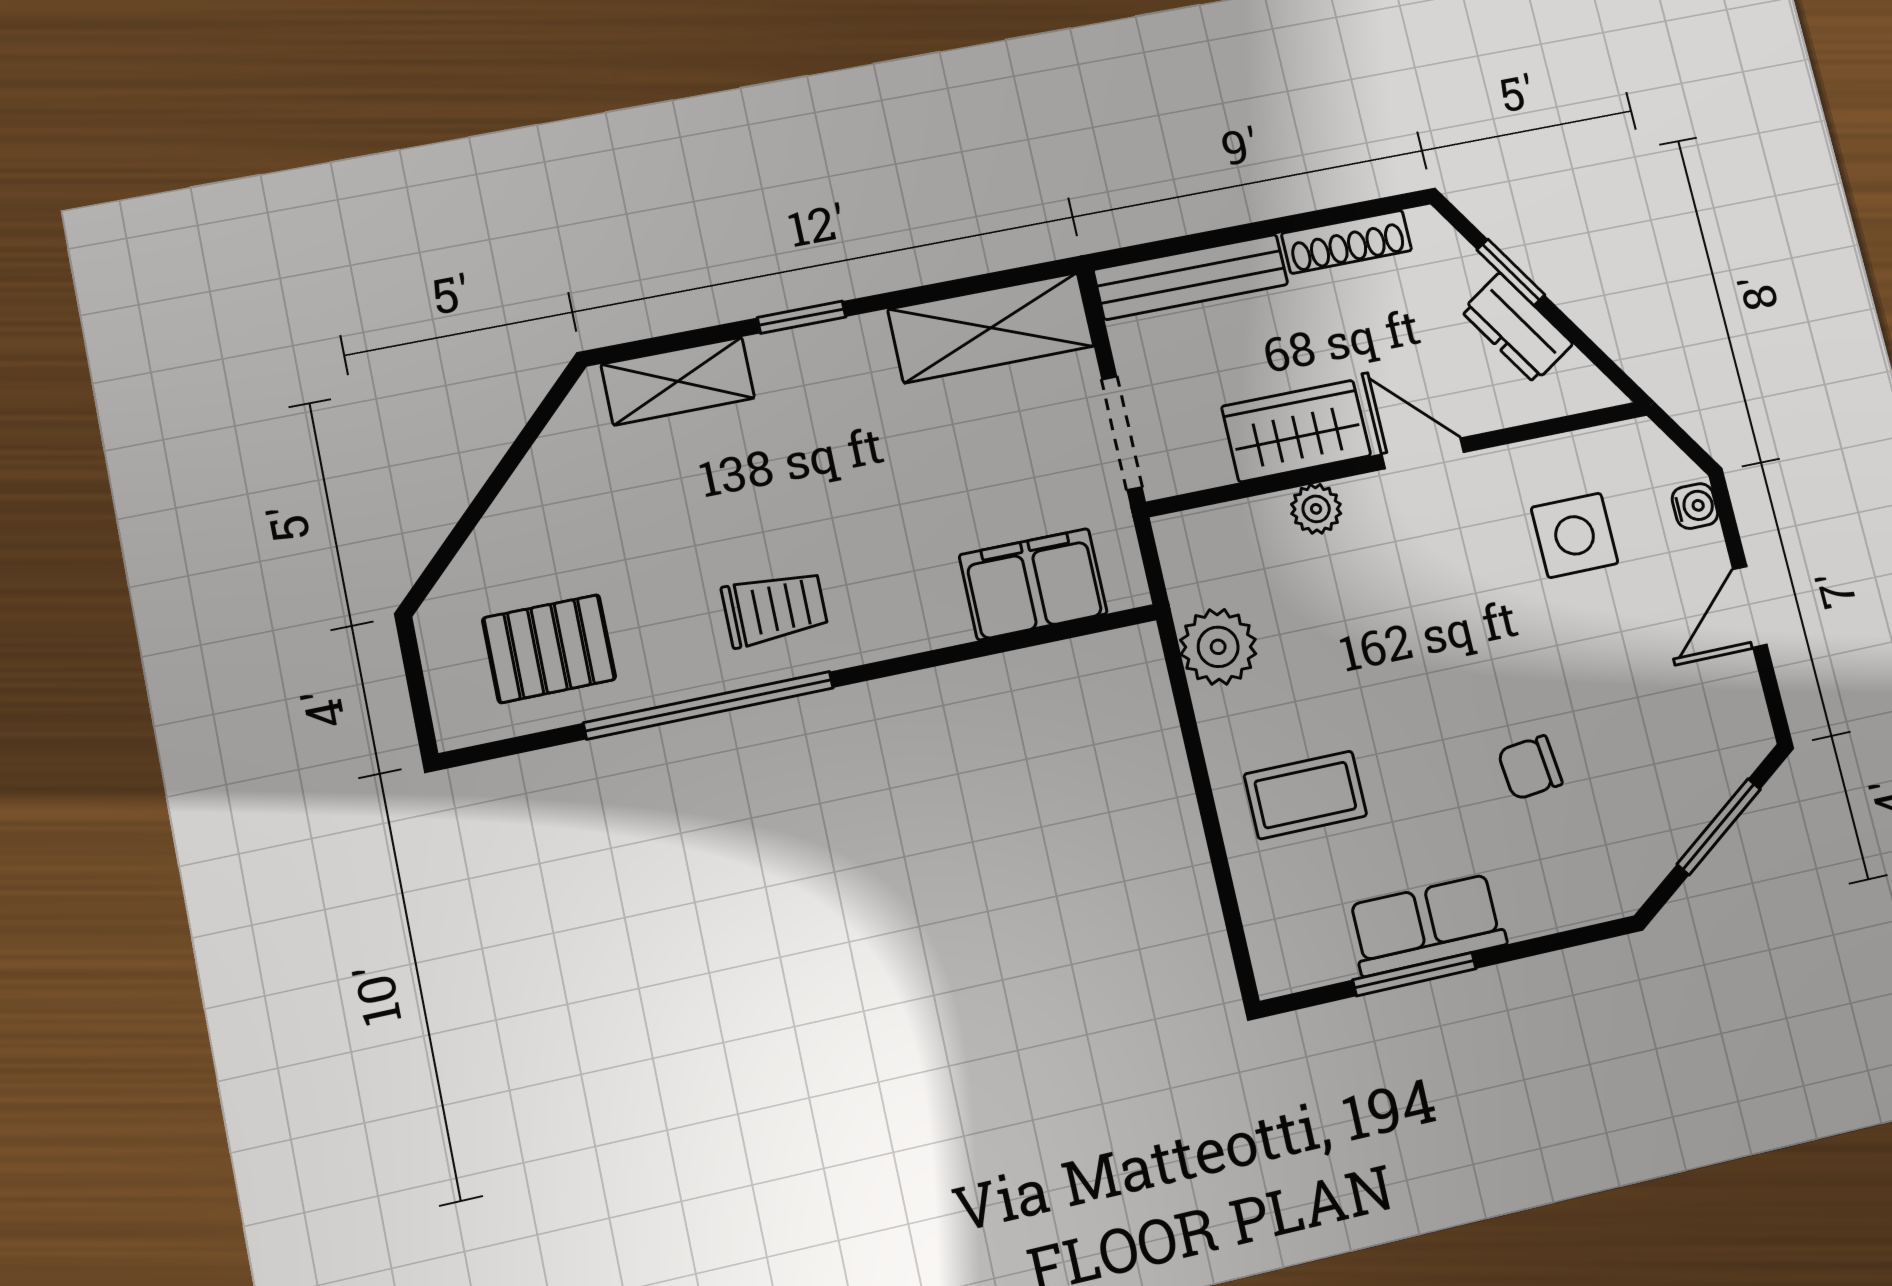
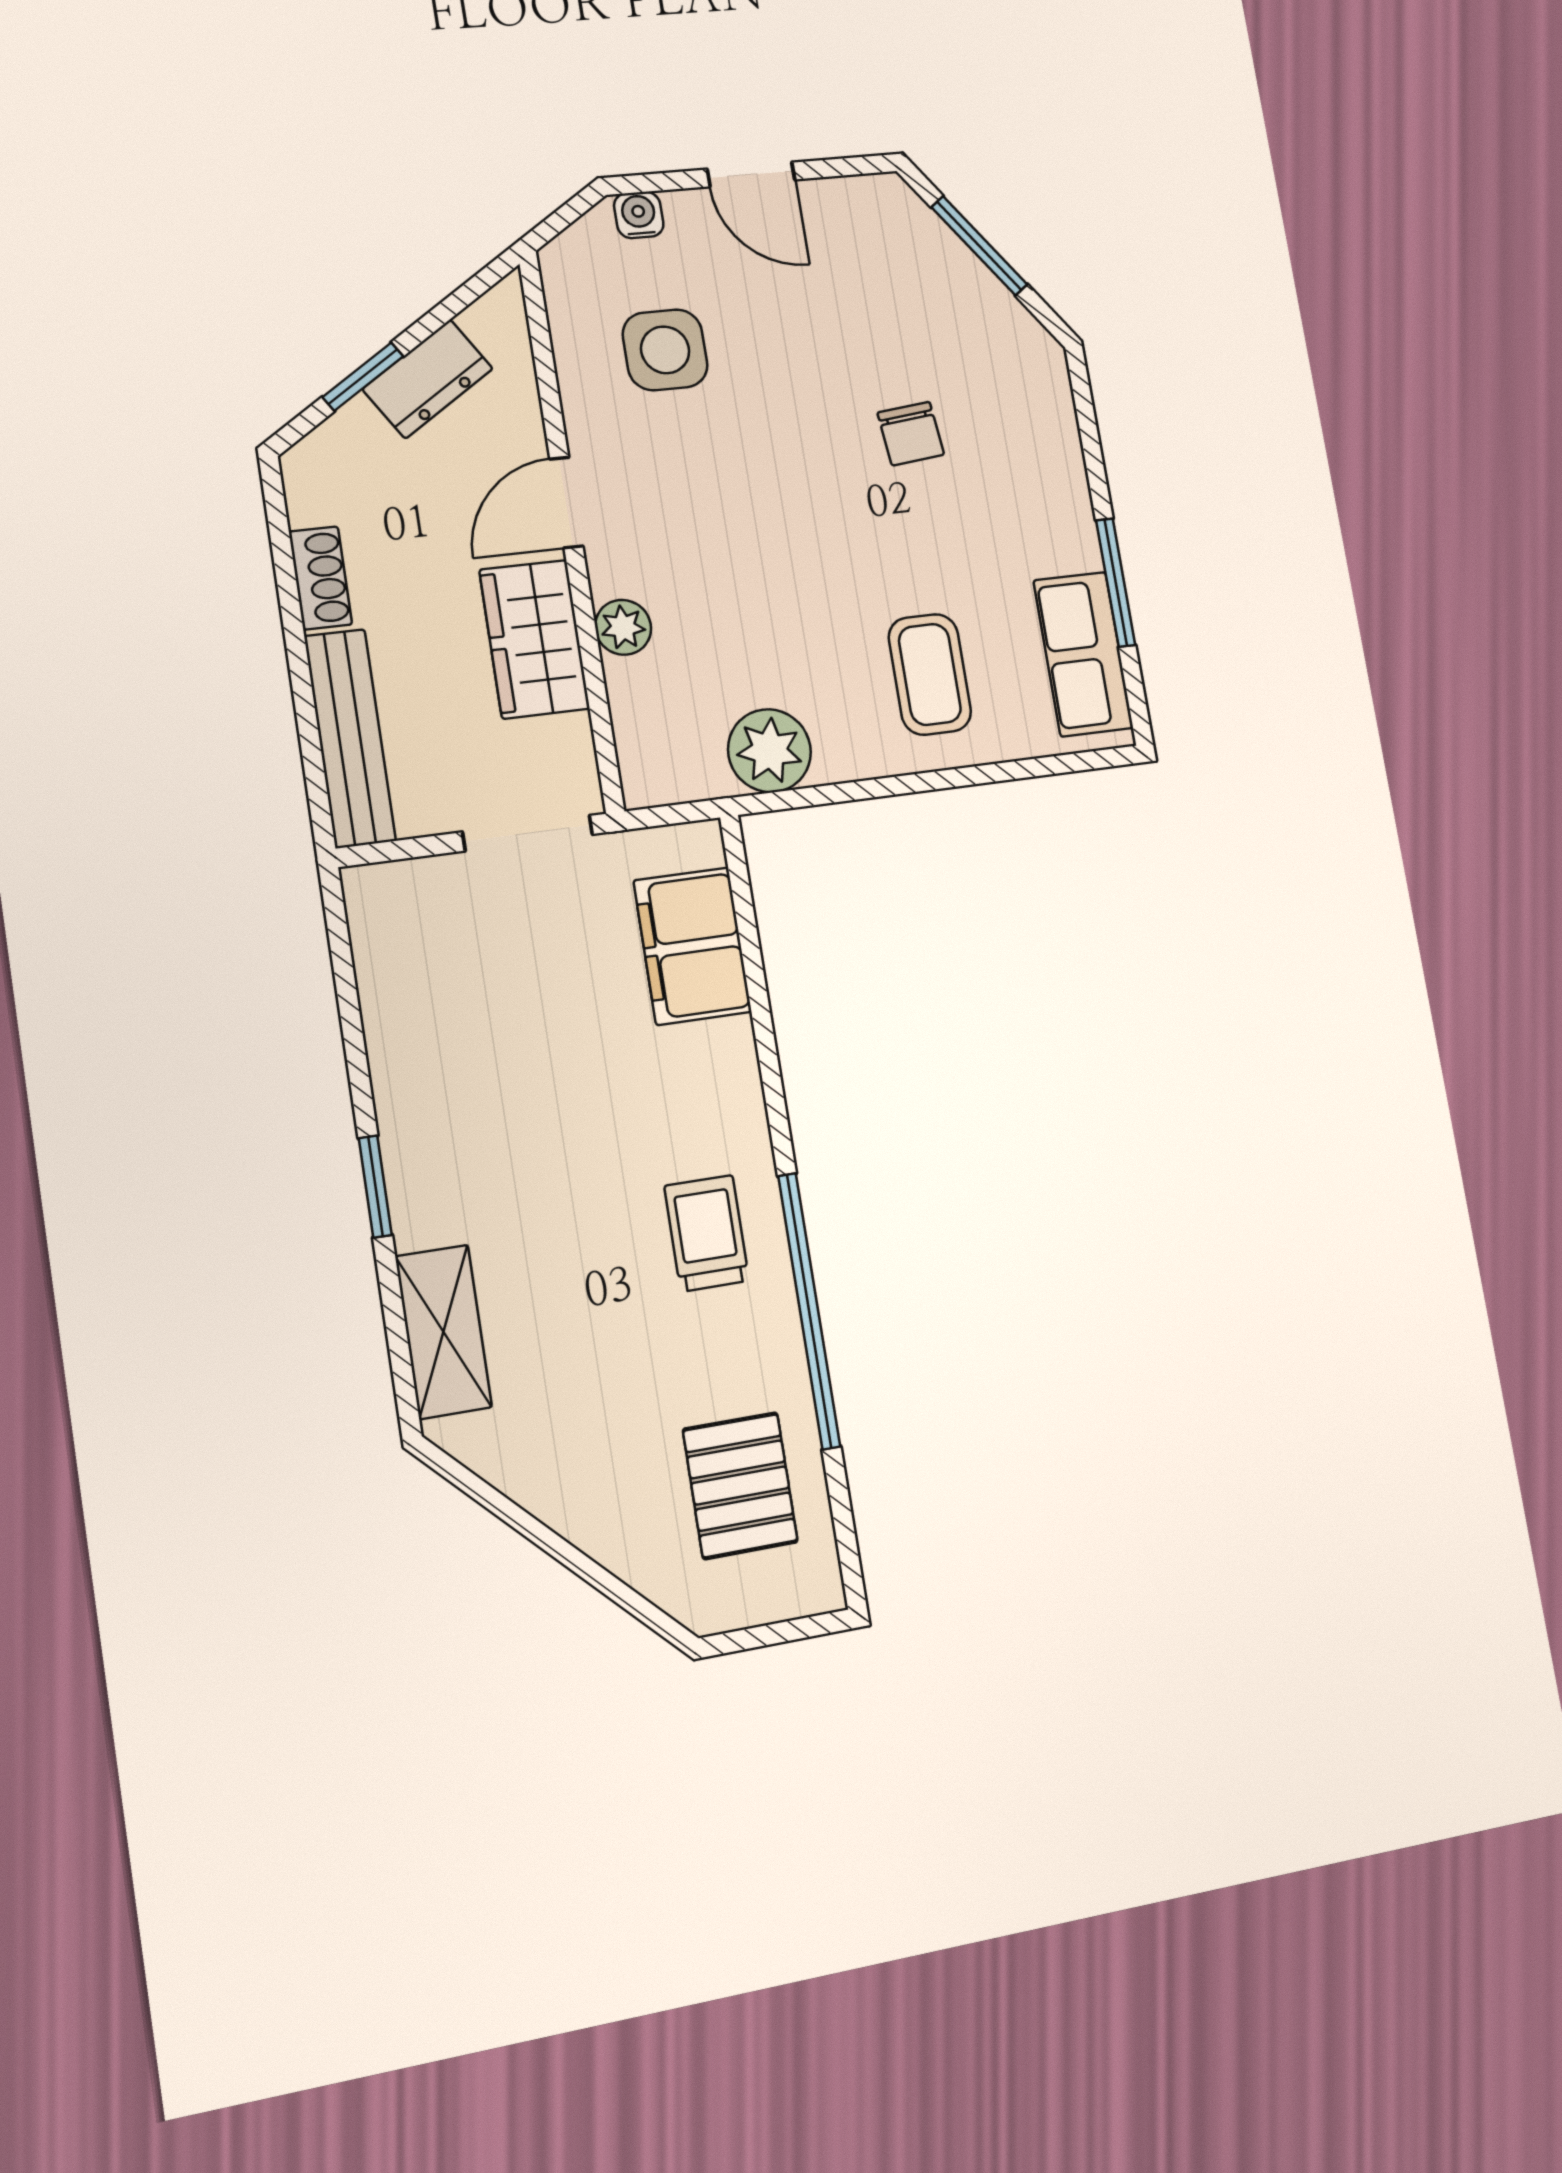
shoe rack: (1347, 242) -> (320, 578), width x0.70
shelving: (991, 328) -> (398, 971), removed
row of seats: (1427, 925) -> (1083, 654), moved

